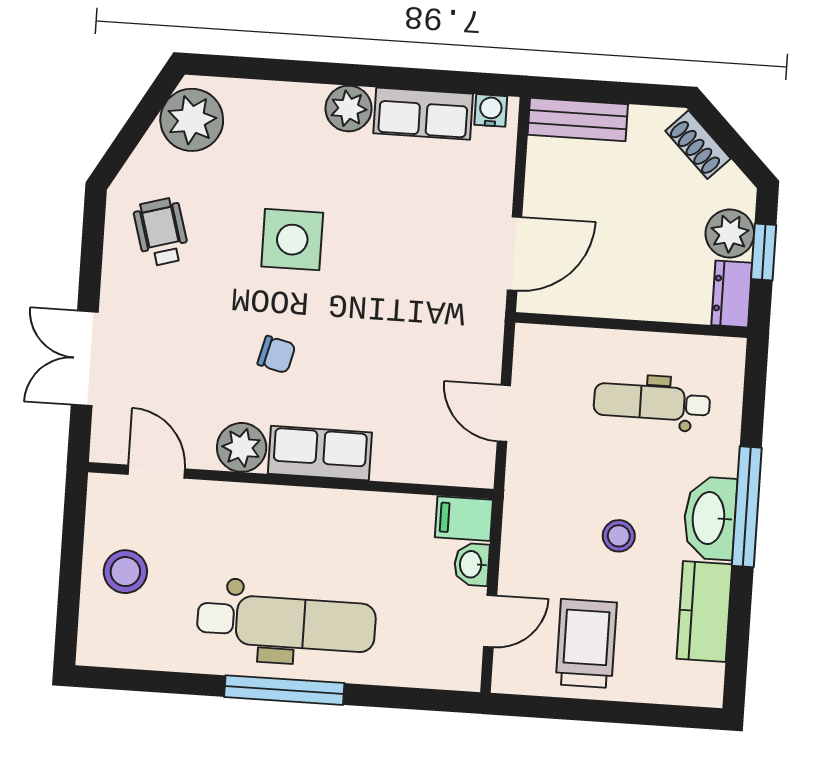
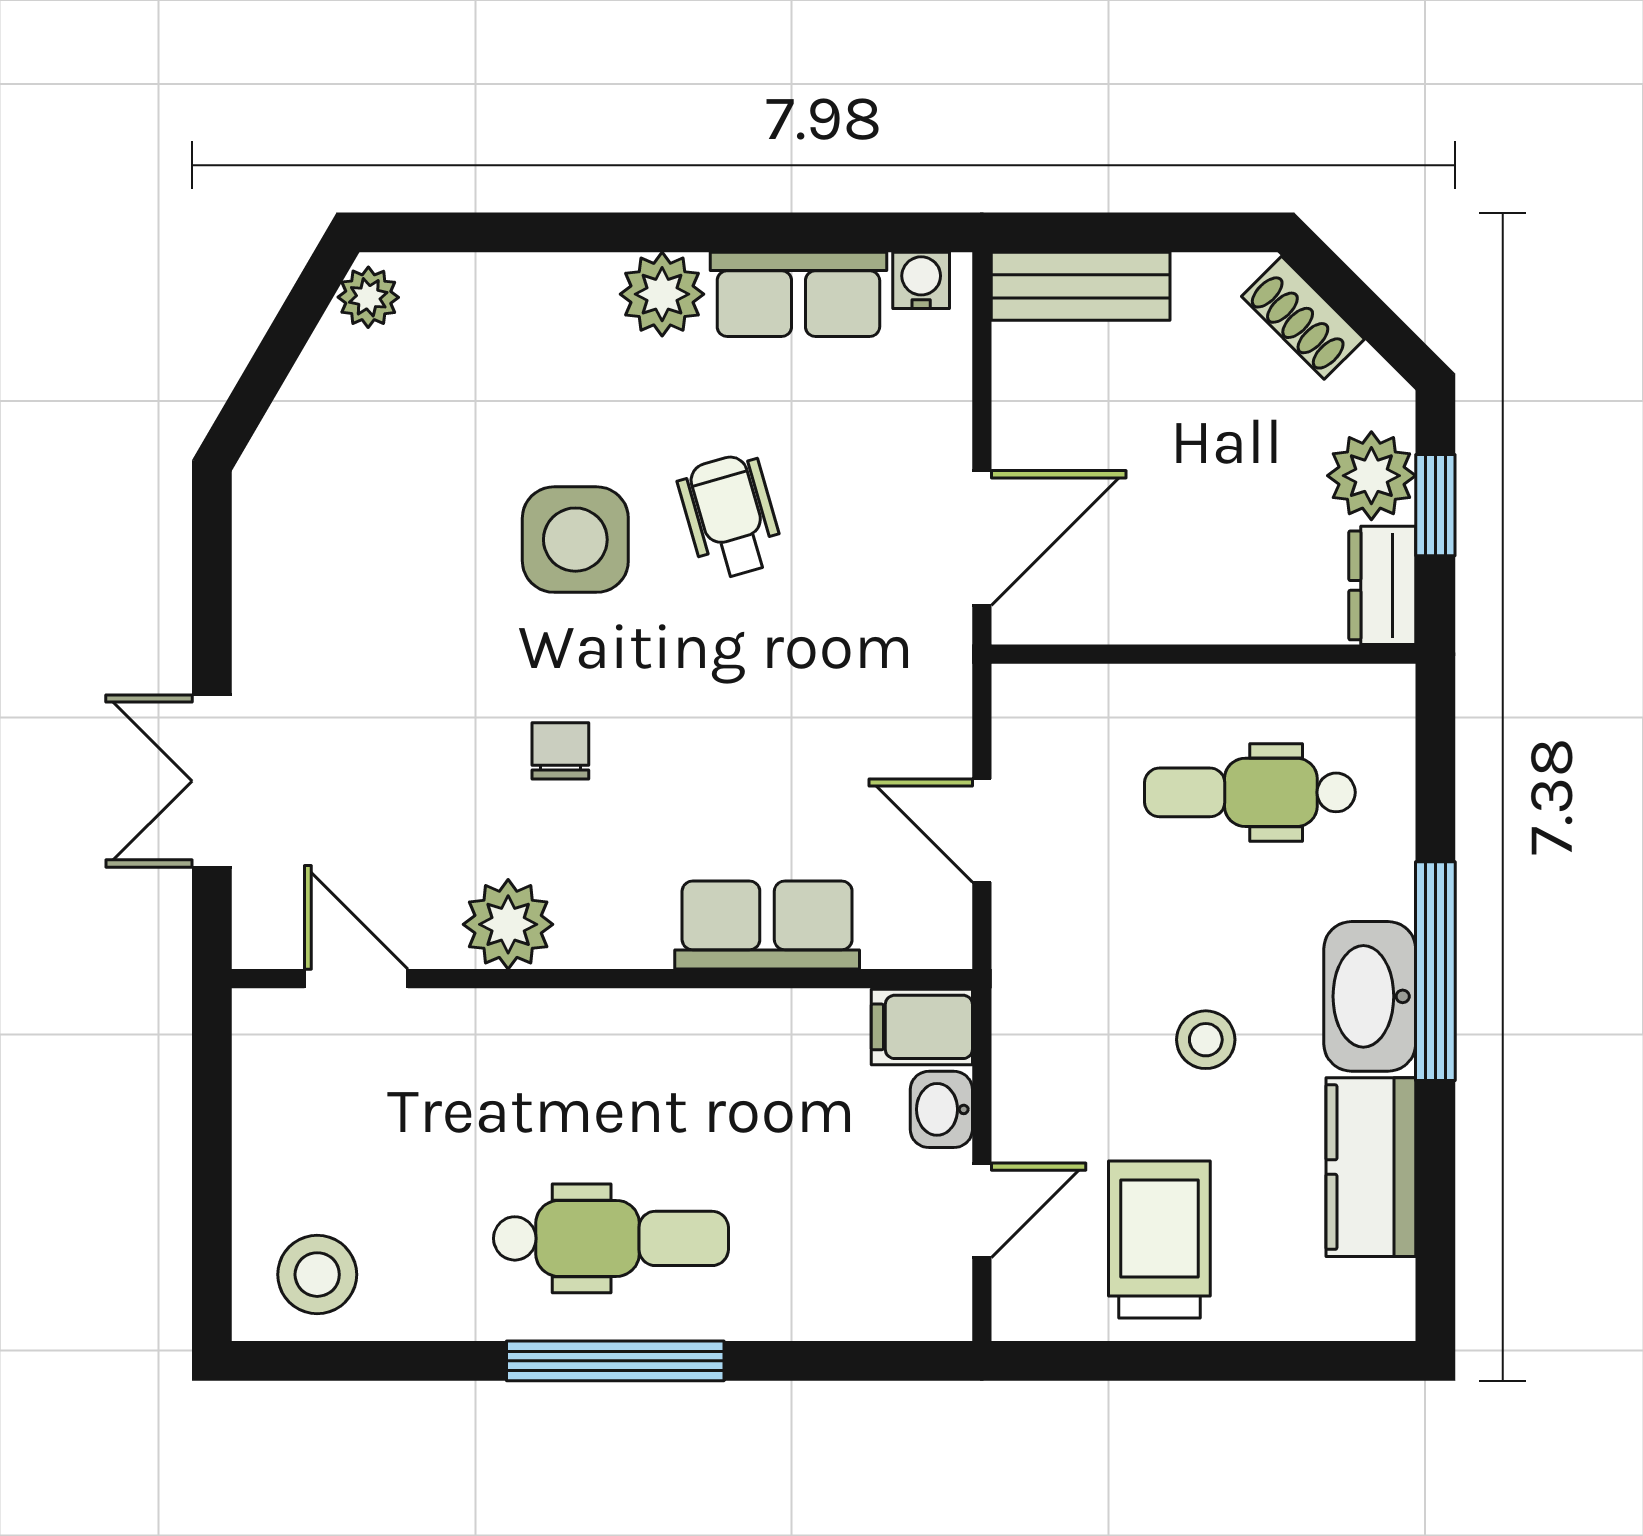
plant: (192, 120) -> (368, 297), width x0.53, depth x0.53
wheelchair: (161, 232) -> (731, 516), moved
chair: (276, 354) -> (560, 751), turned -104
row of seats: (320, 453) -> (767, 925), moved
stool: (125, 572) -> (317, 1275), moved
dental chair: (286, 623) -> (611, 1238), width x0.73, depth x0.72

